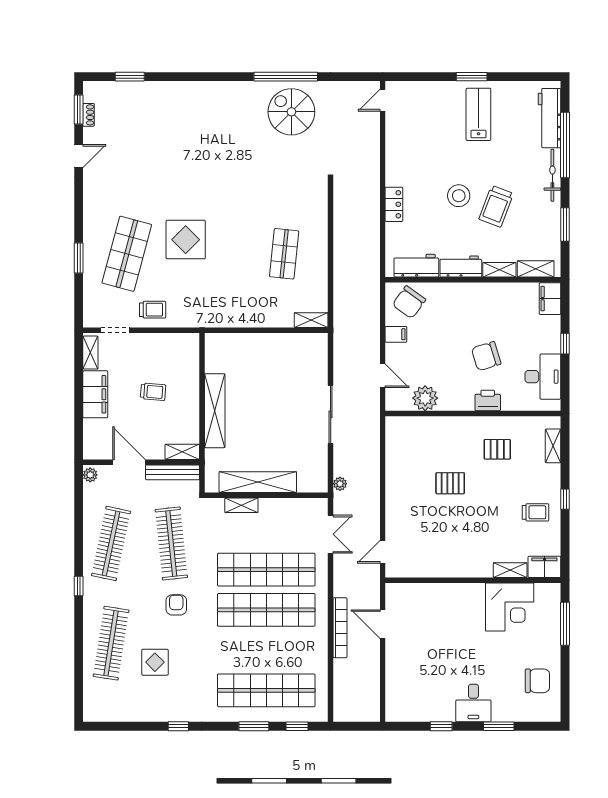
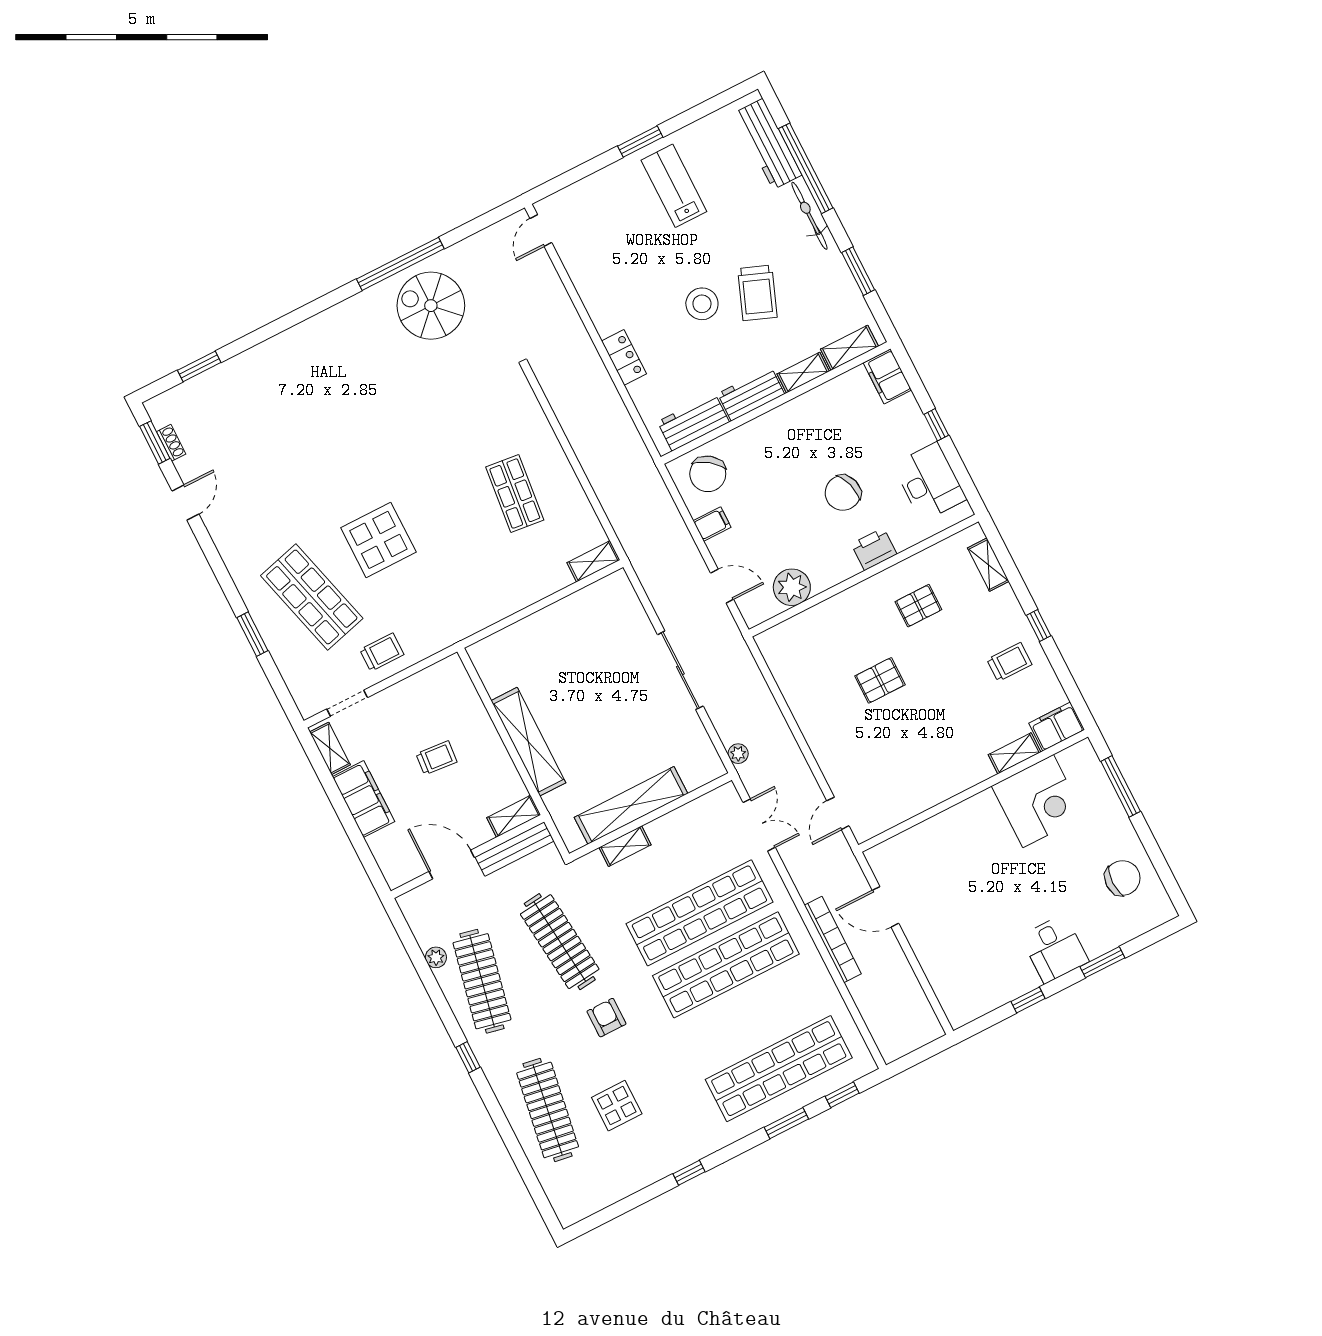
shop shelf: (127, 254) -> (312, 597), turned -30
plant: (90, 475) -> (436, 957), moved

